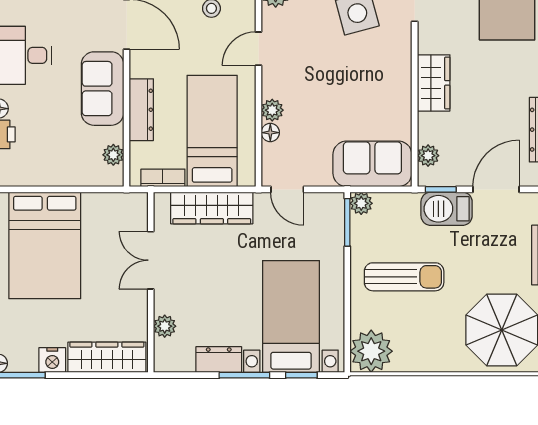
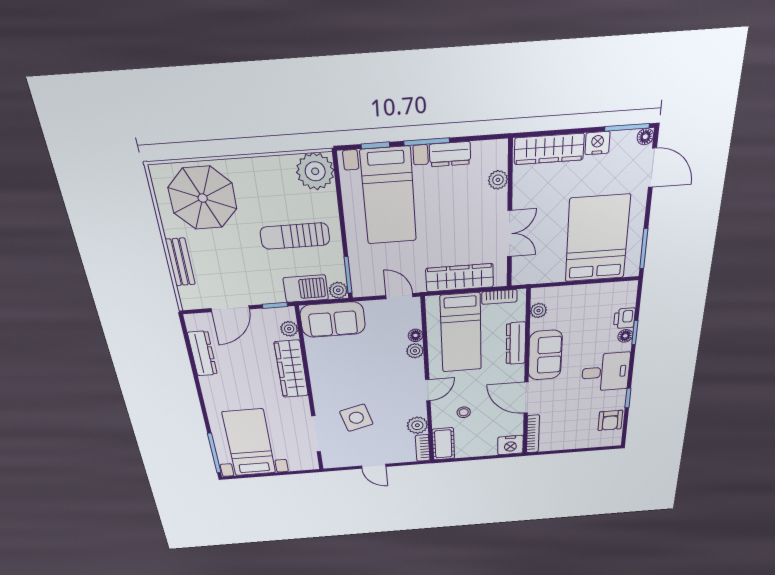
wardrobe: (434, 83) -> (291, 369), width x1.50
barbecue: (447, 209) -> (306, 289), moved

